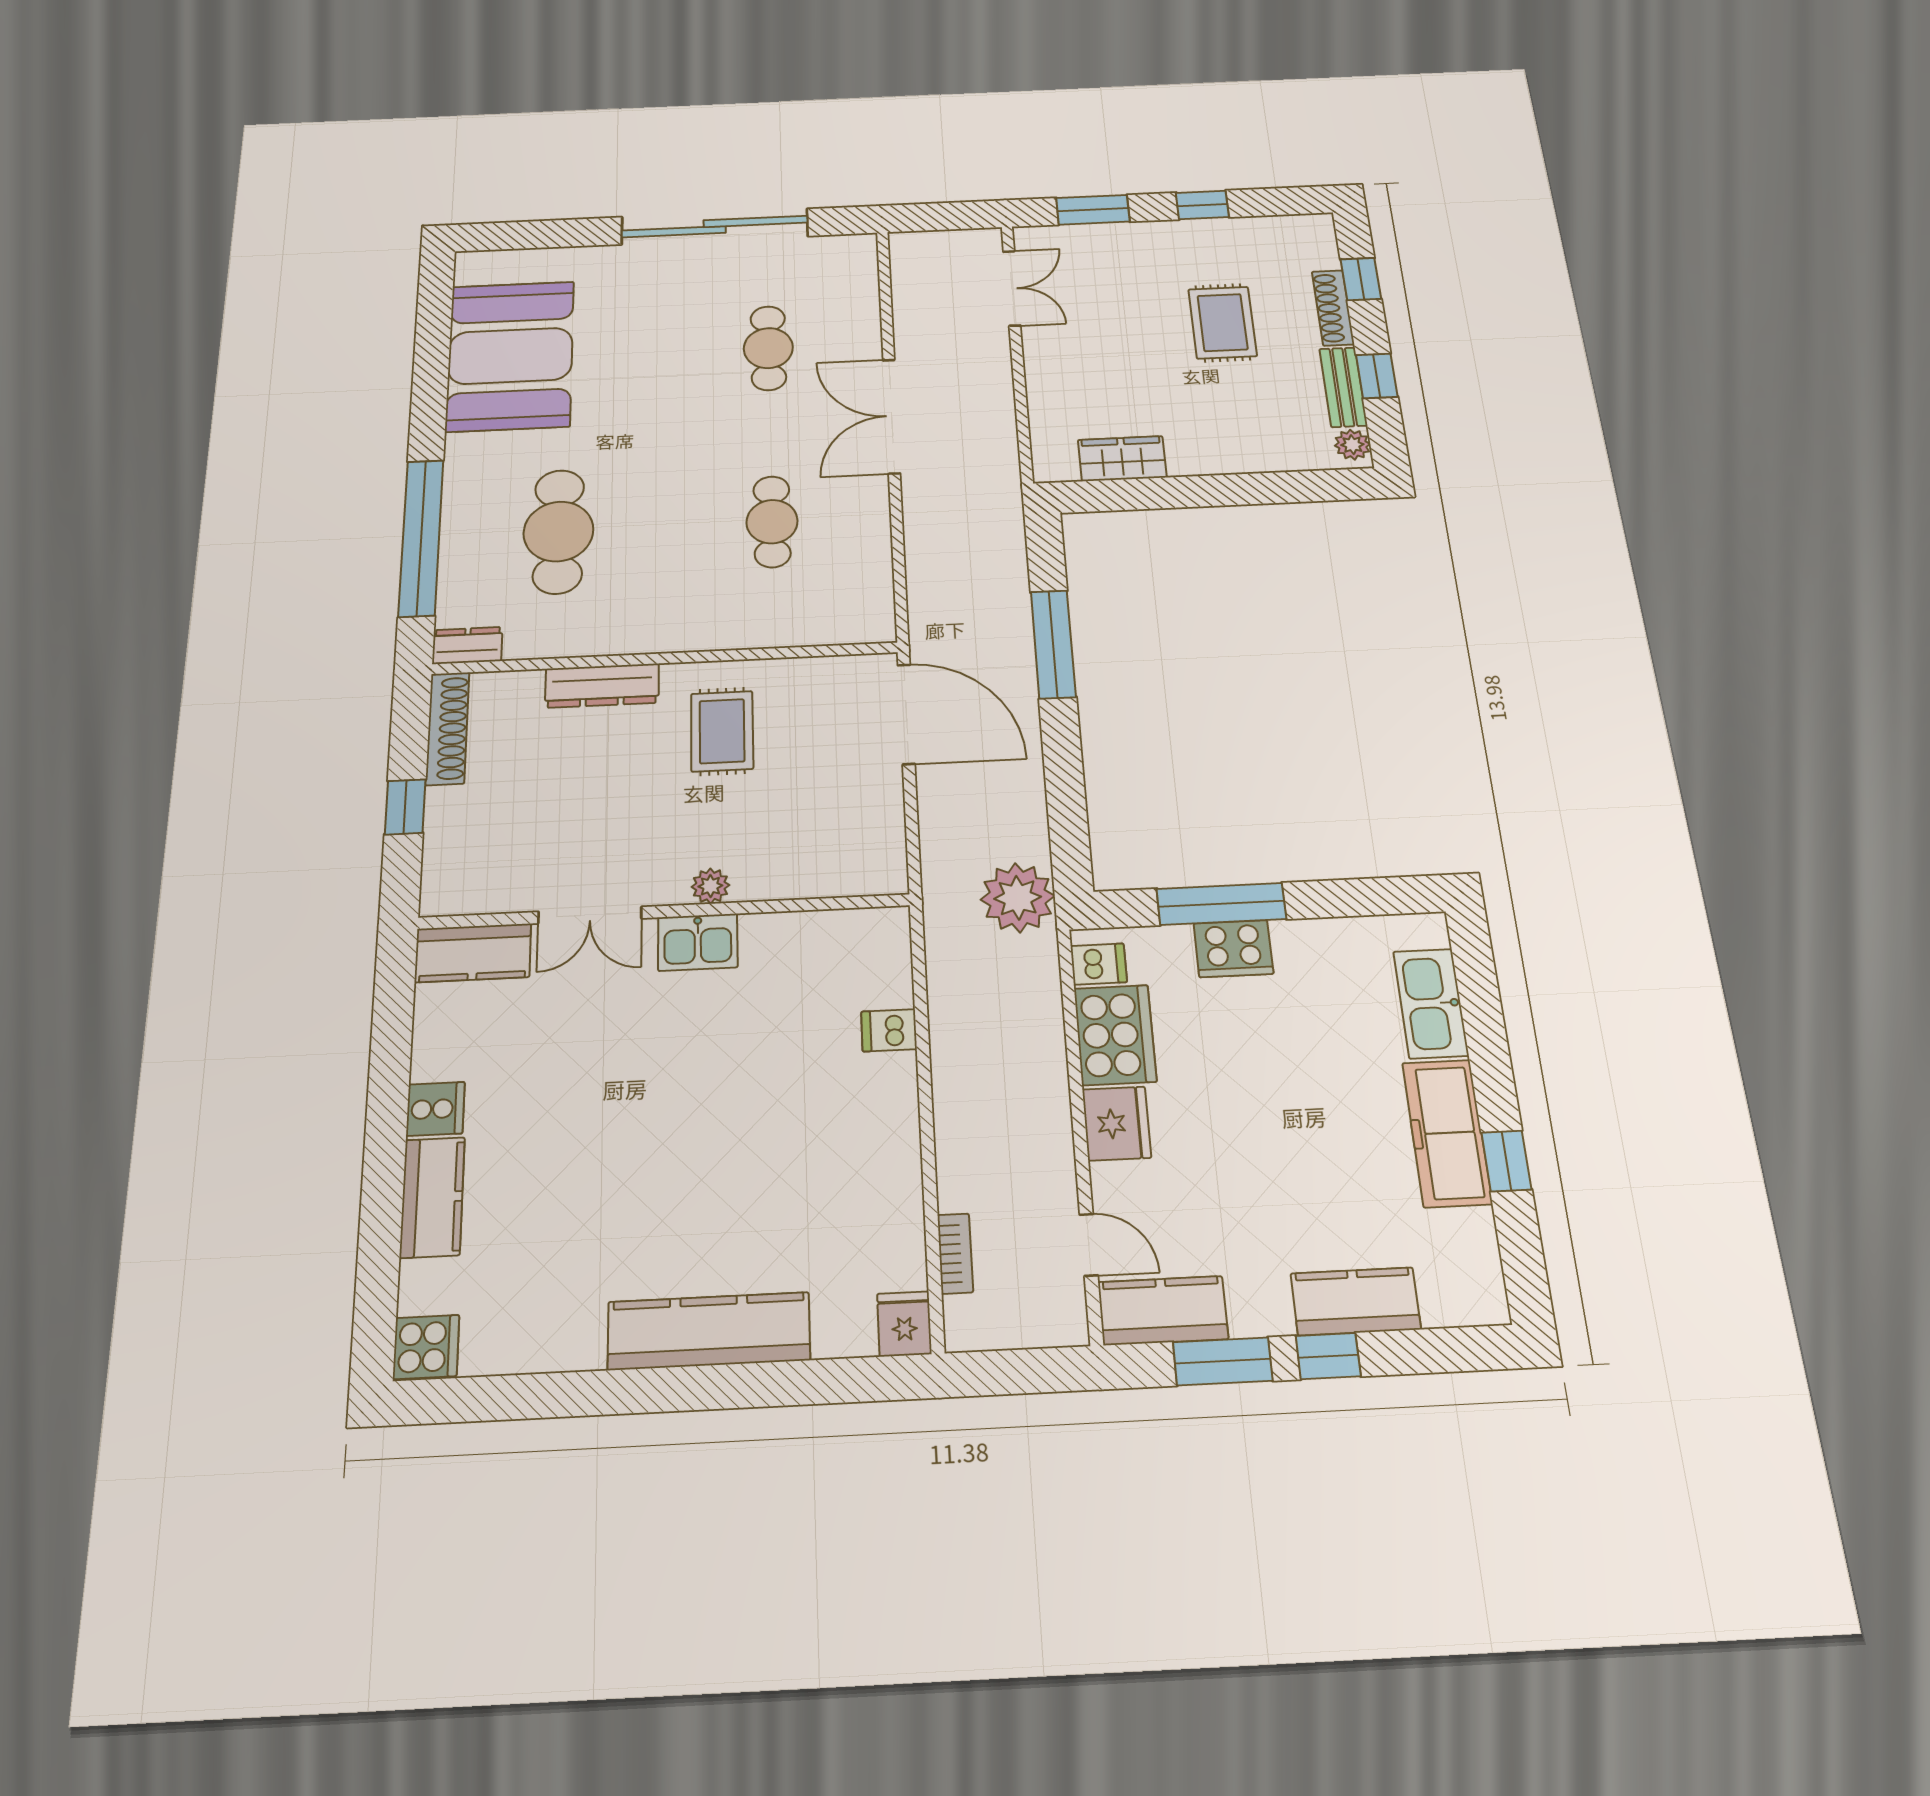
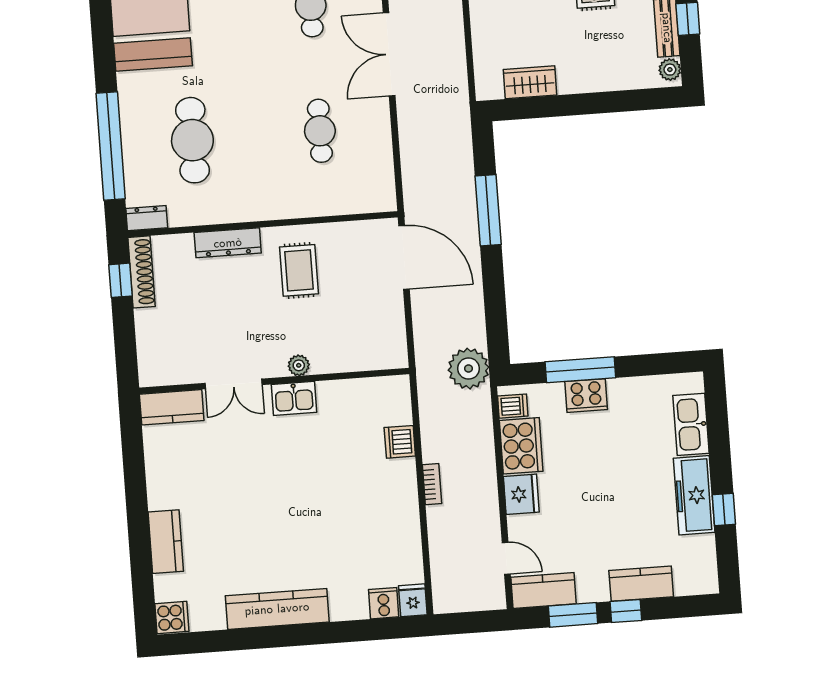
window: (405, 807) -> (120, 280), moved
dishwasher: (889, 1030) -> (400, 442), width x1.38
cooker: (435, 1109) -> (384, 603), moved, turned -90
bookcase: (955, 1253) -> (432, 484), moved
kitchen counter: (709, 1331) -> (277, 609), moved

